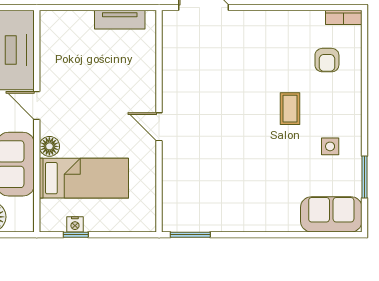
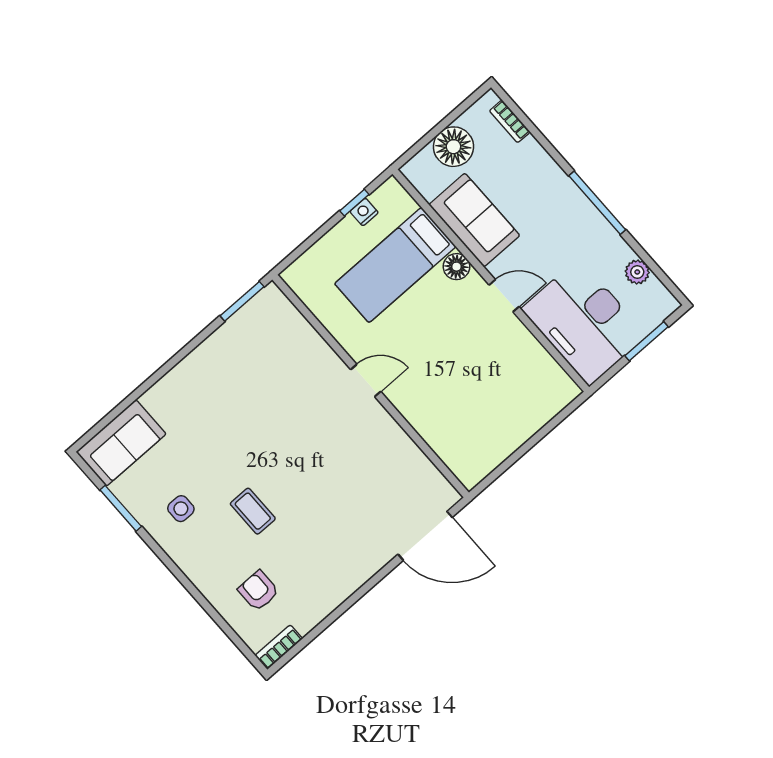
tv unit: (120, 20) -> (497, 452), removed

